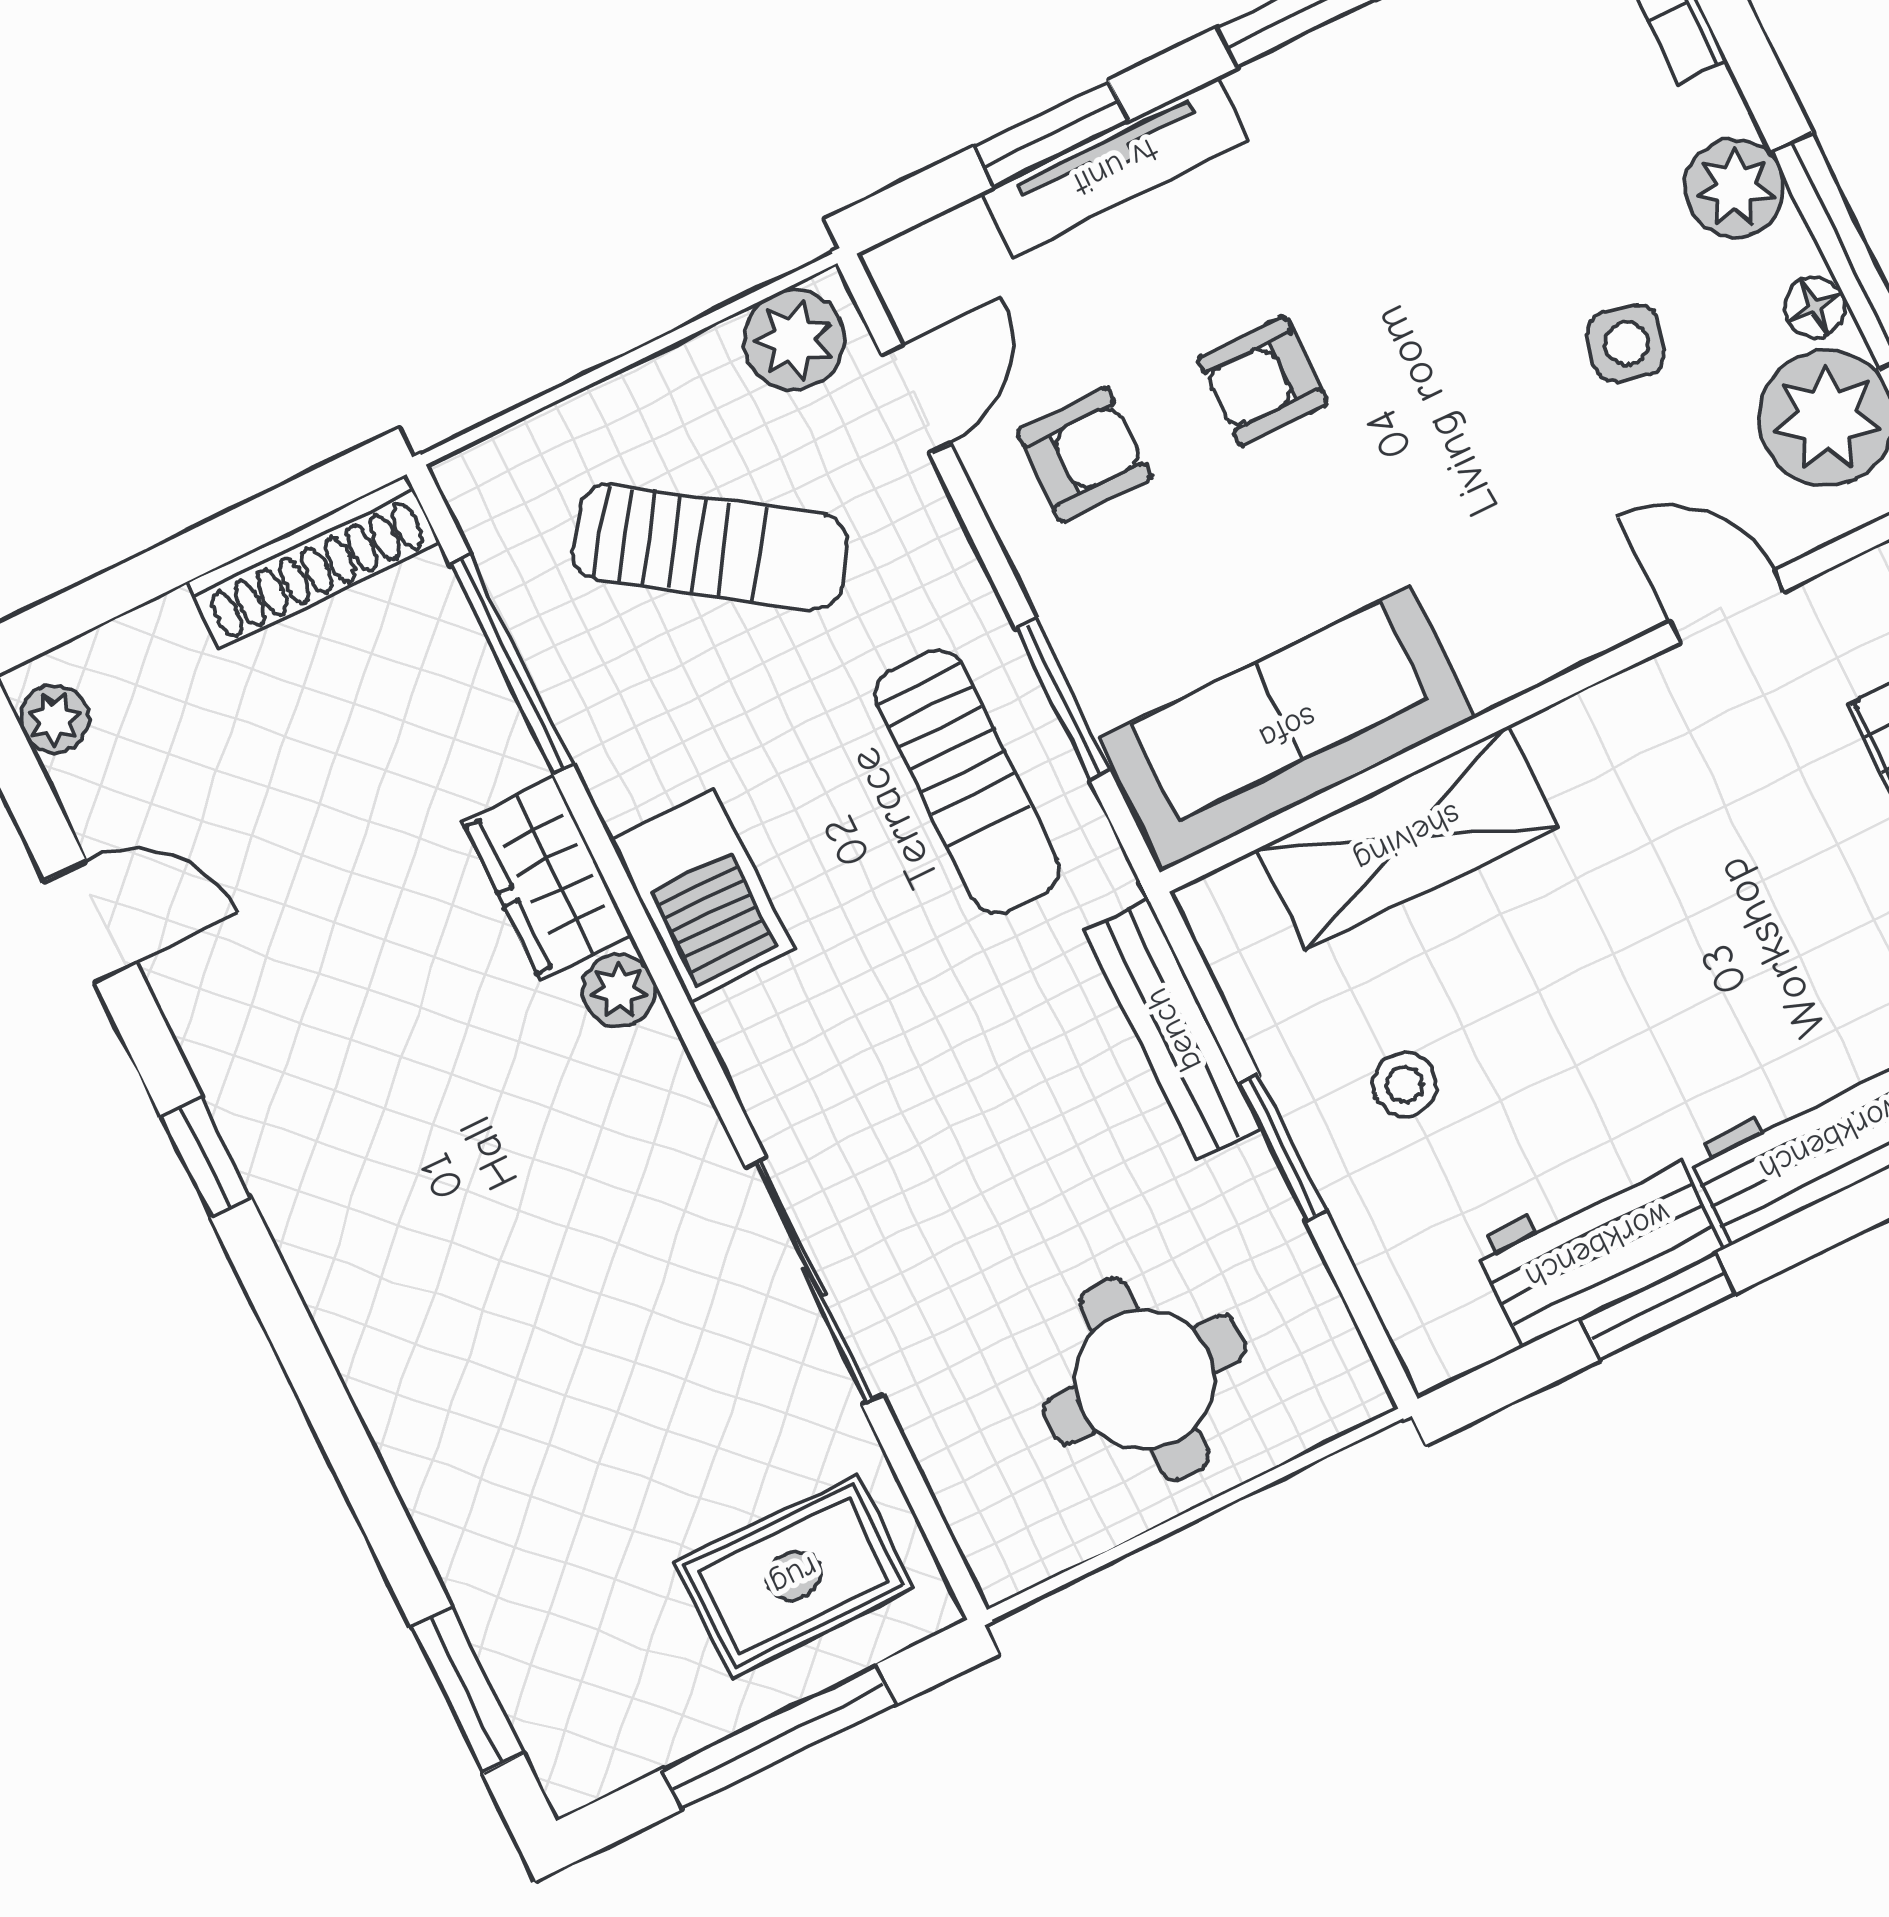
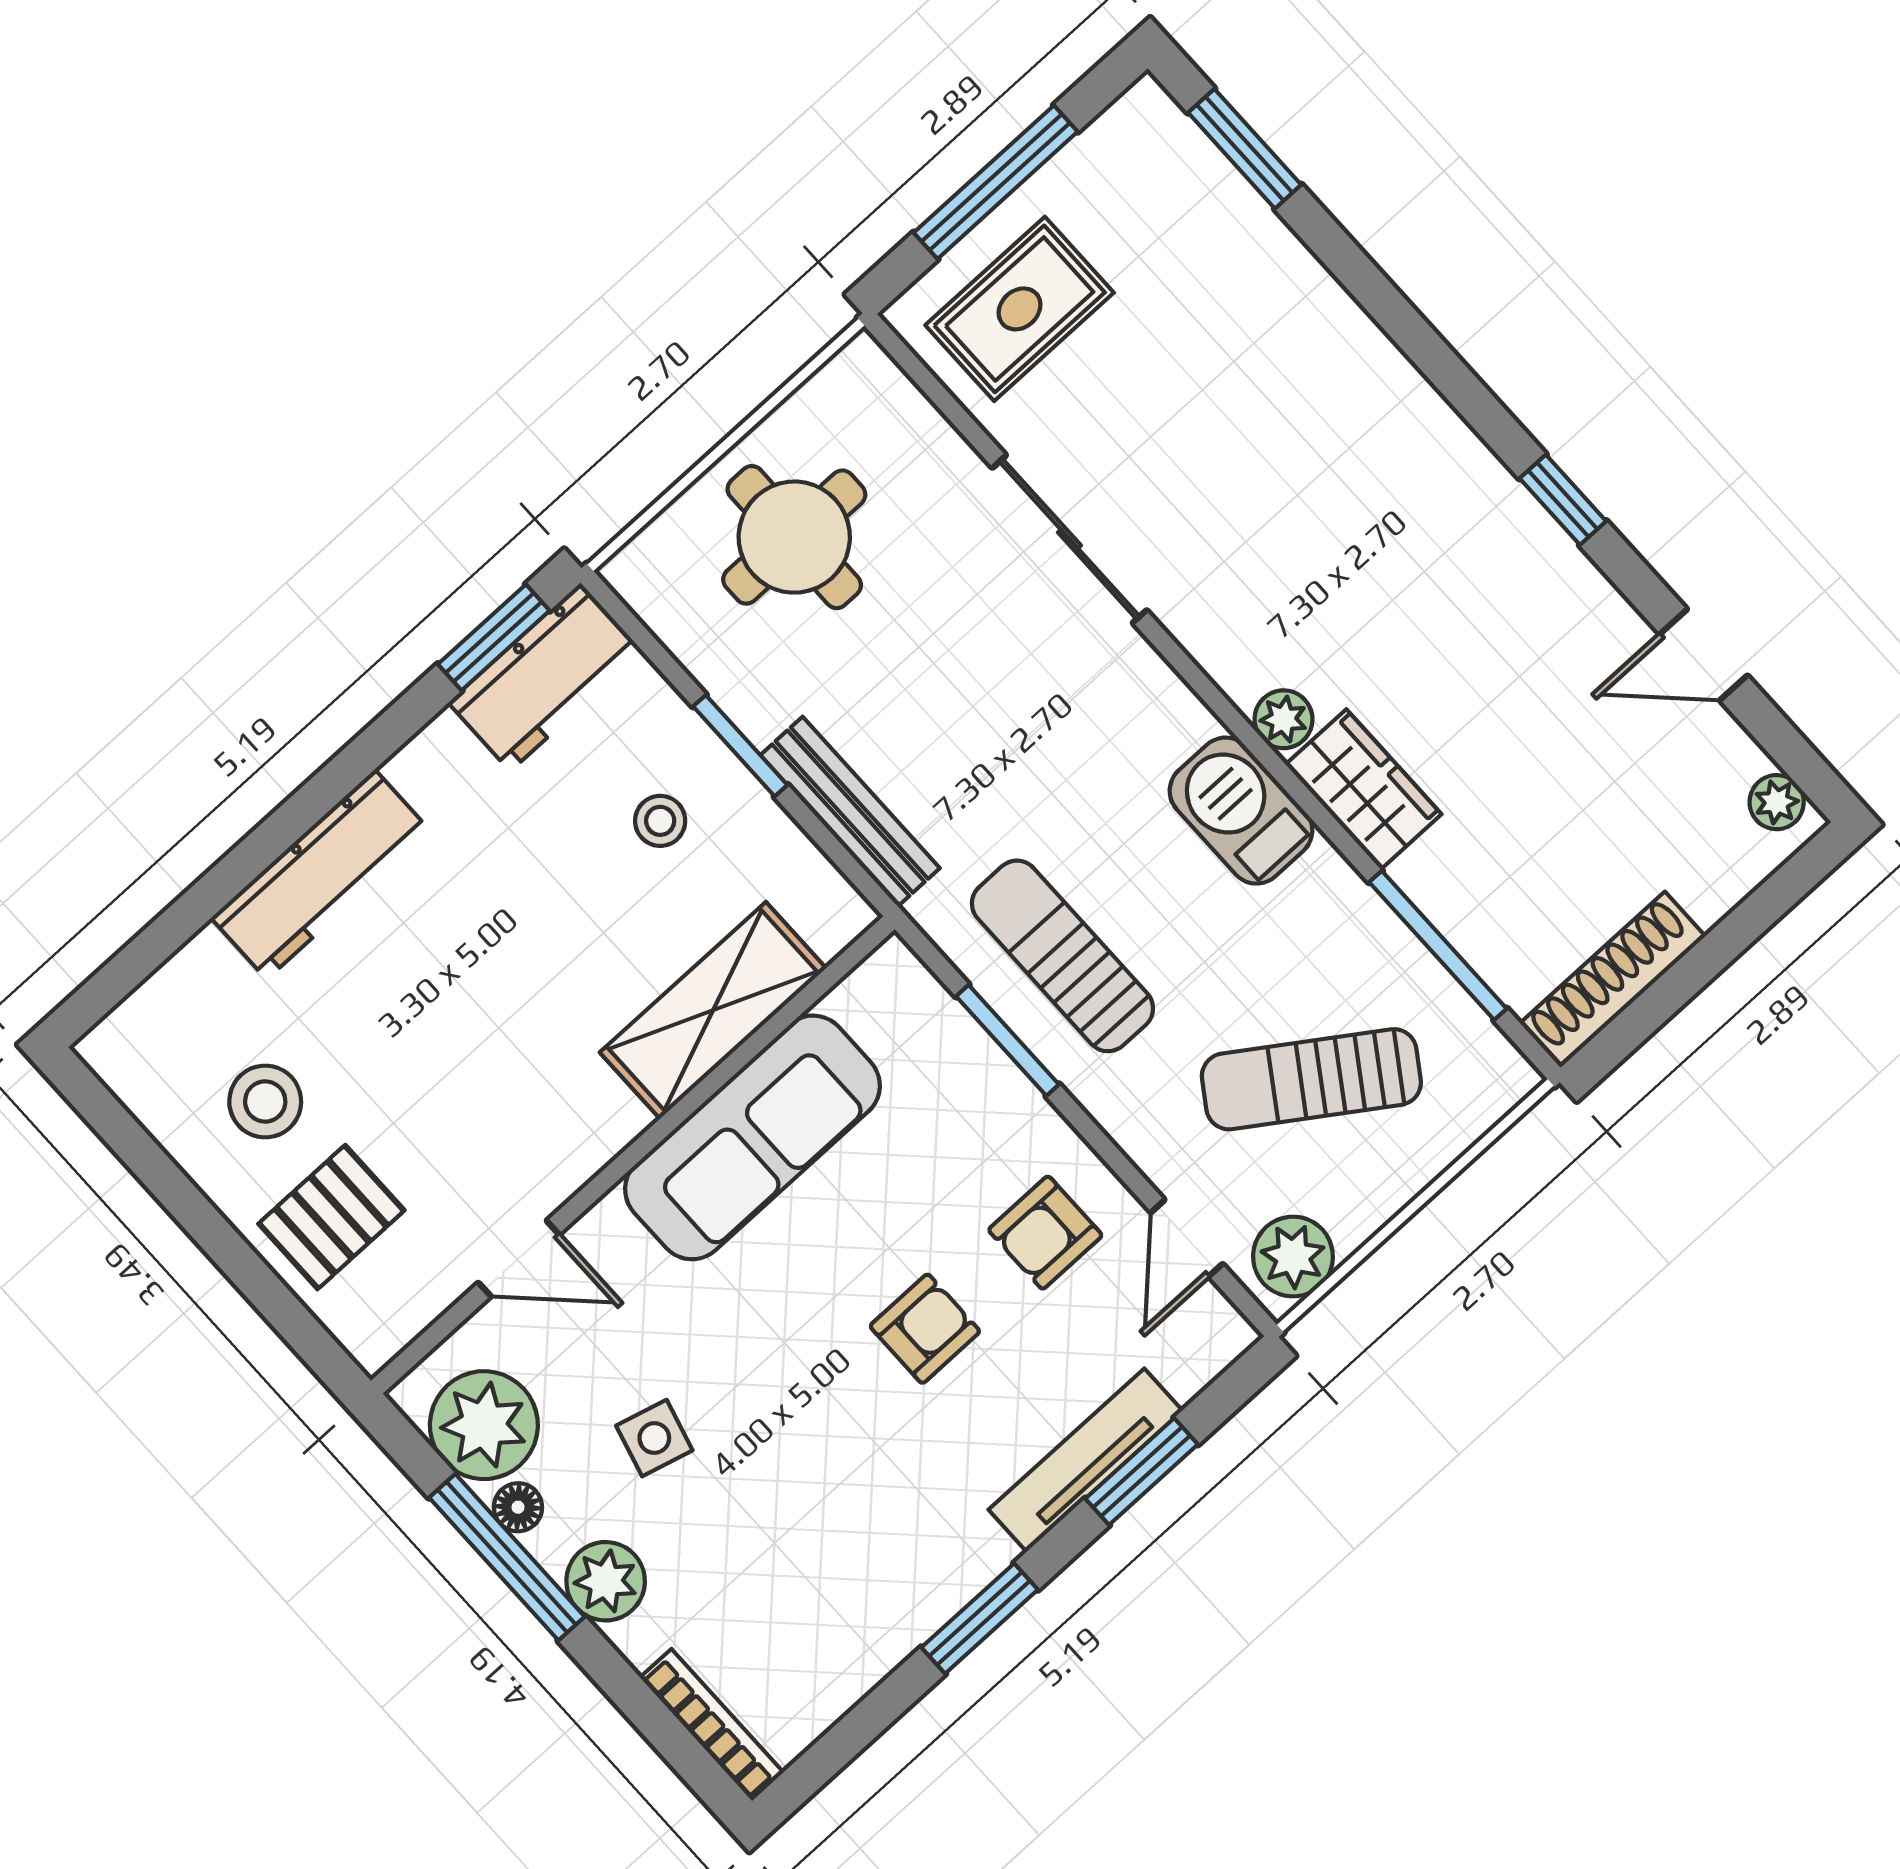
sofa: (1288, 728) -> (752, 1137), moved
workbench: (1598, 1246) -> (545, 677), moved
window: (1658, 1306) -> (494, 637), moved

